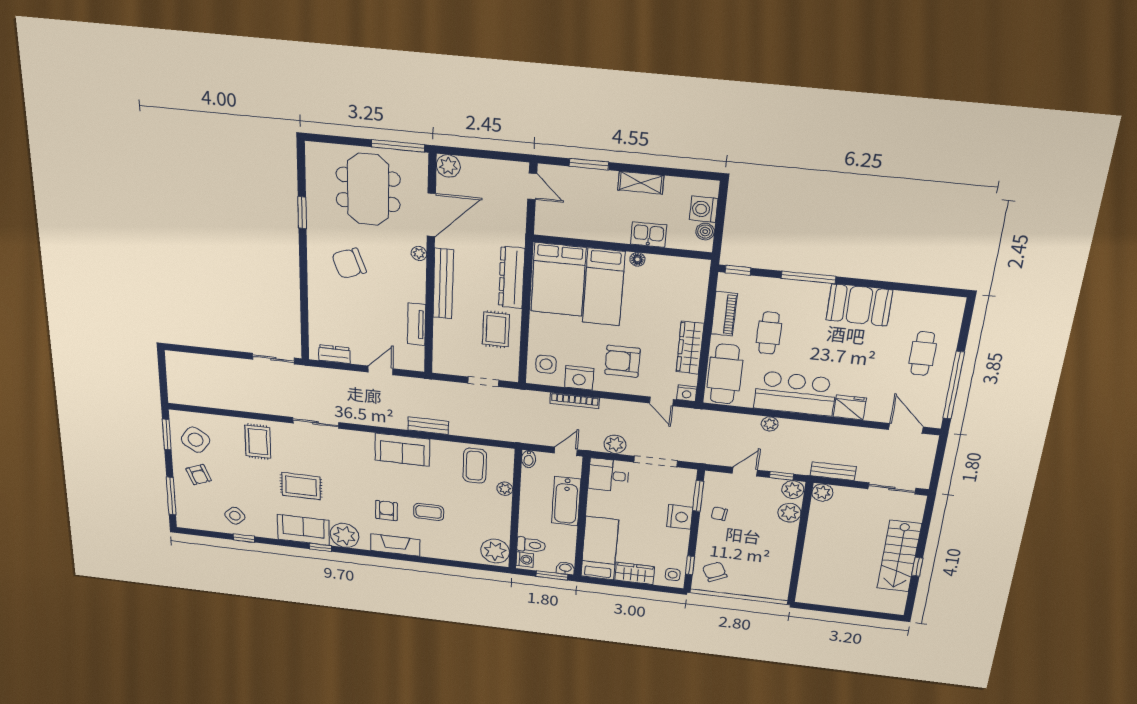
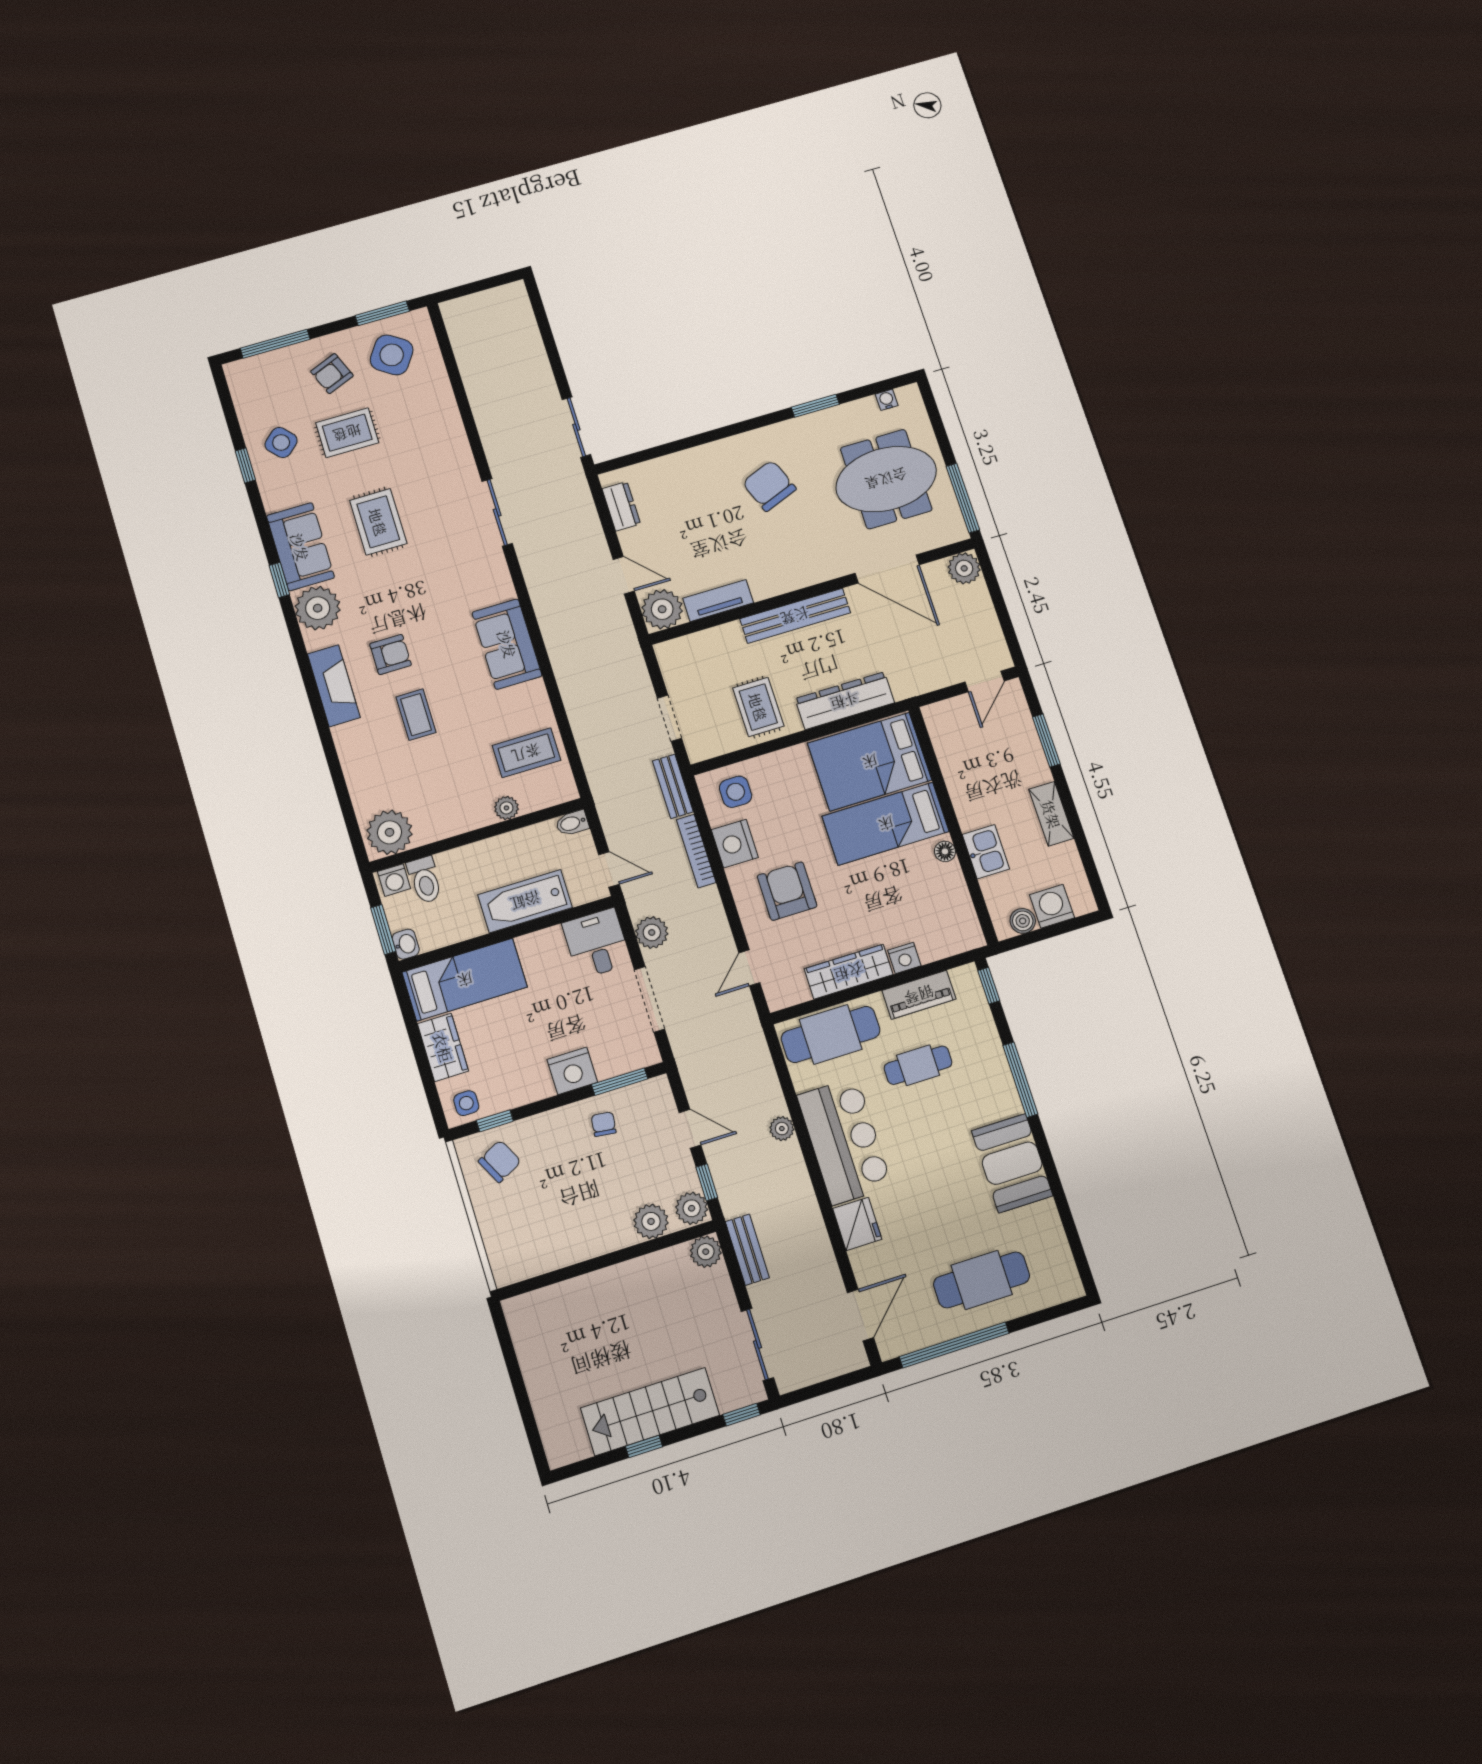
water cooler: (312, 166) -> (887, 400), added
plant: (419, 253) -> (662, 609), moved, width x1.88, depth x1.88
rug: (496, 329) -> (758, 707), turned 90
cafe table: (923, 353) -> (982, 1280), width x1.37, depth x1.35
nightstand: (687, 393) -> (904, 958), moved, turned -90
bench: (428, 426) -> (673, 786), moved
rug: (258, 442) -> (347, 433), moved
window: (928, 513) -> (742, 1415), added

